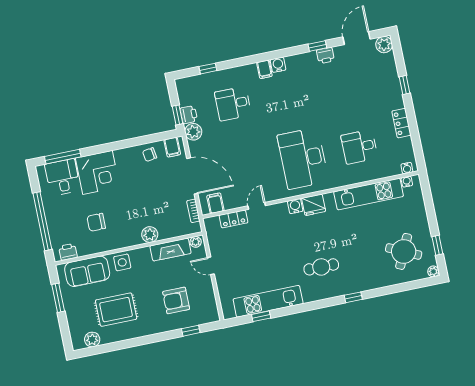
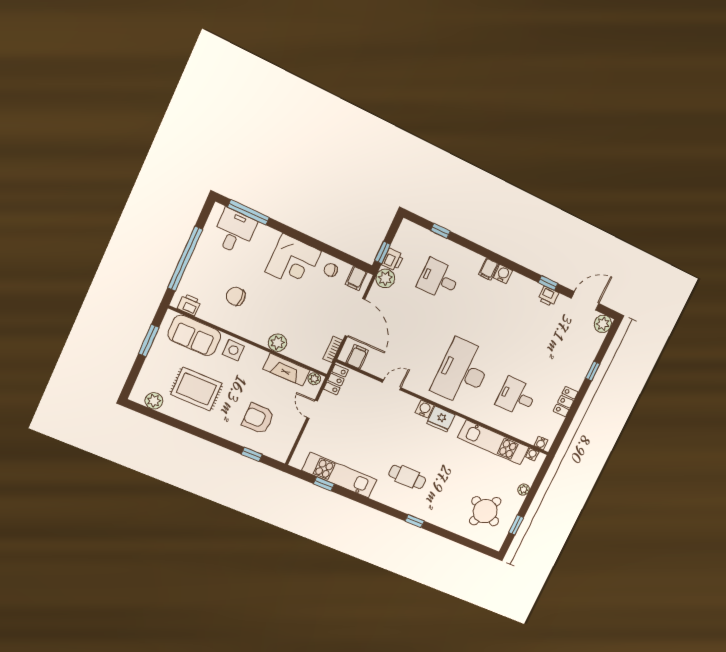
corner desk: (98, 172) -> (293, 262), moved
locker: (233, 219) -> (336, 380), moved, turned -90
plant: (433, 271) -> (524, 490), moved

